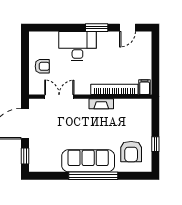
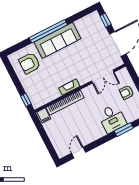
window: (97, 28) -> (124, 130), moved
desk: (77, 46) -> (112, 119), width x0.73
window: (155, 144) -> (26, 100), moved
armchair: (131, 152) -> (29, 63), turned -90

